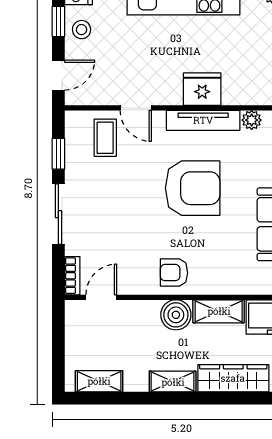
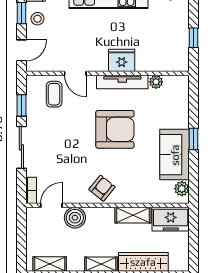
armchair: (174, 273) -> (102, 188), turned 129
boiler: (176, 315) -> (75, 218), moved

